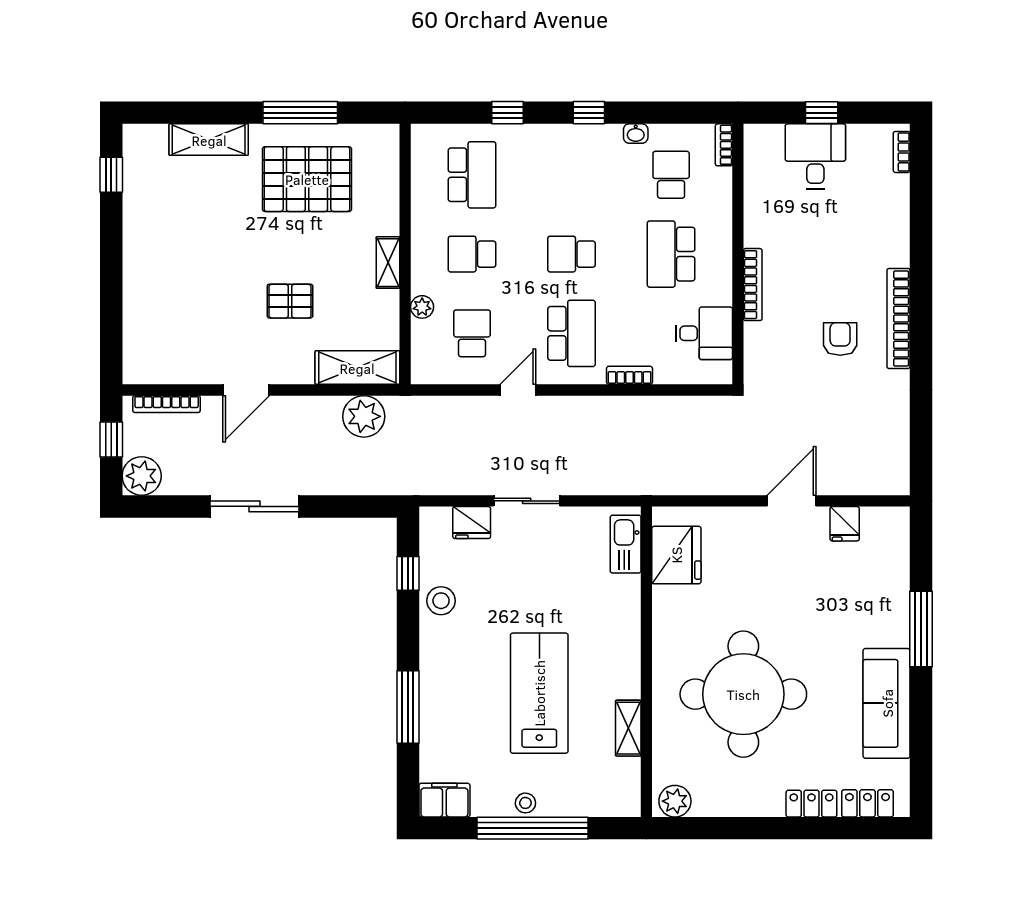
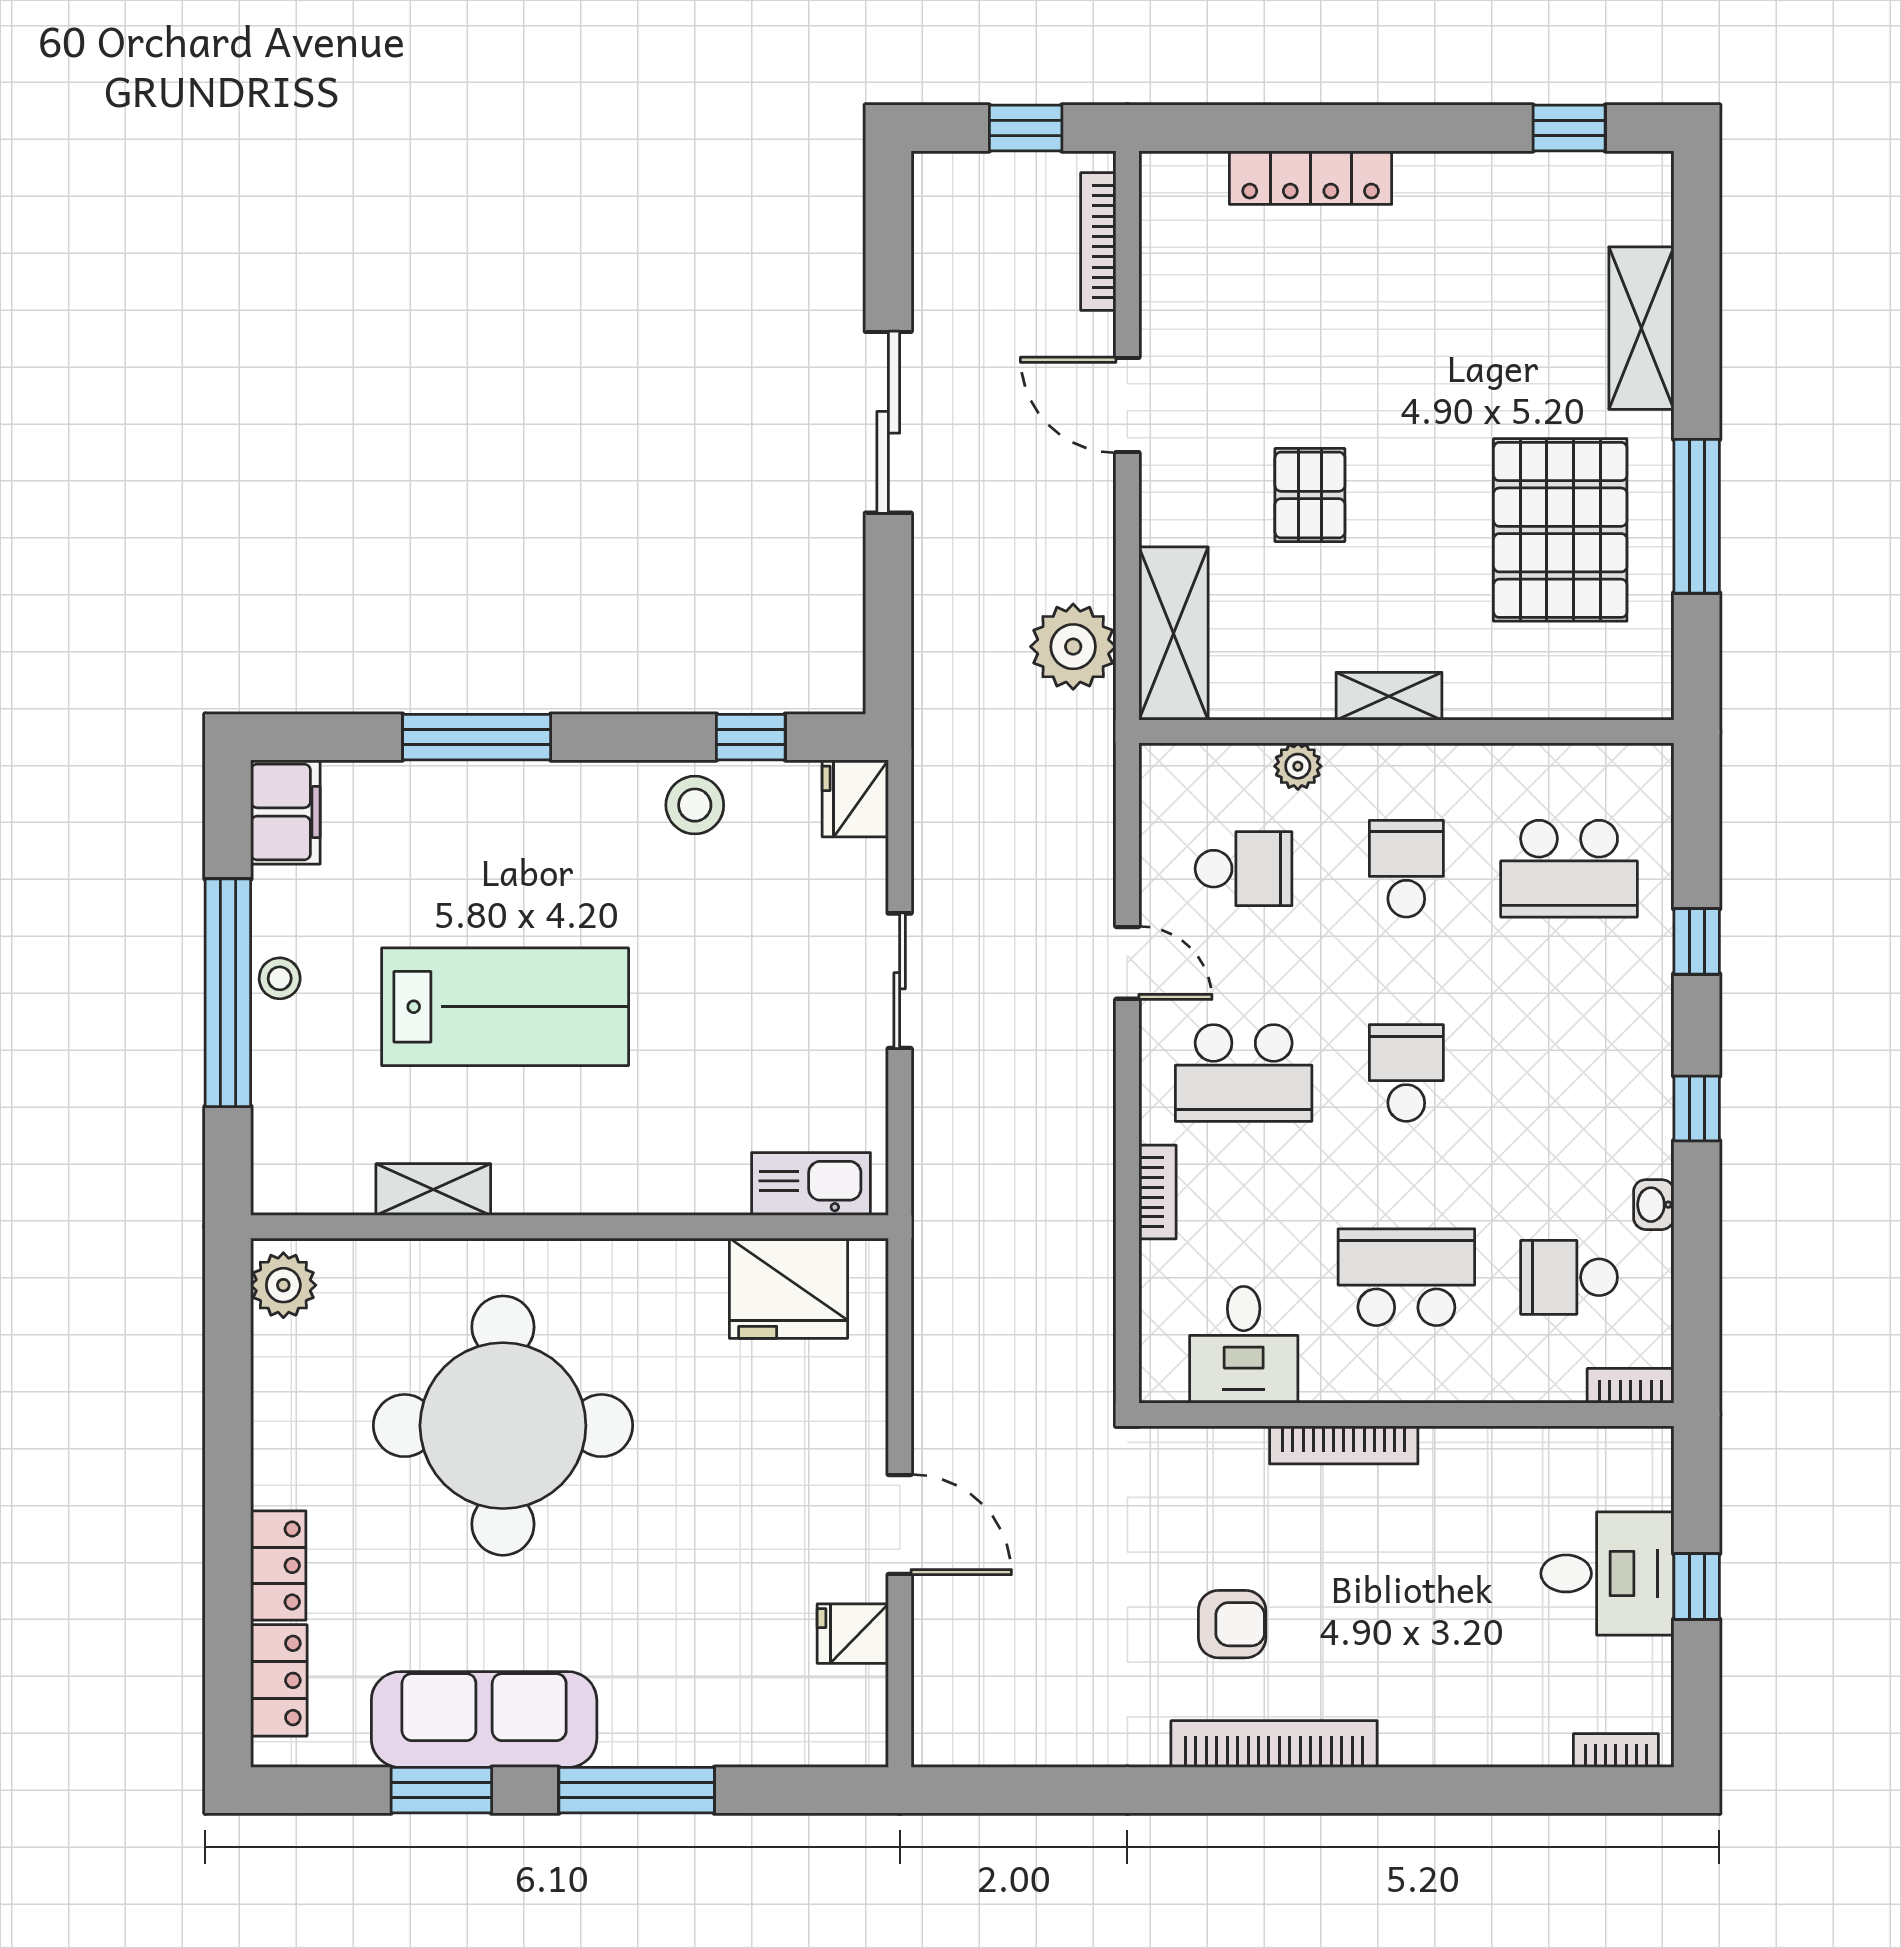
school desk: (671, 175) -> (1569, 1277), turned 180
locker: (135, 301) -> (1311, 178), added
plant: (142, 476) -> (951, 191), removed
fridge: (472, 523) -> (855, 798), moved
window: (921, 724) -> (441, 1790), added

